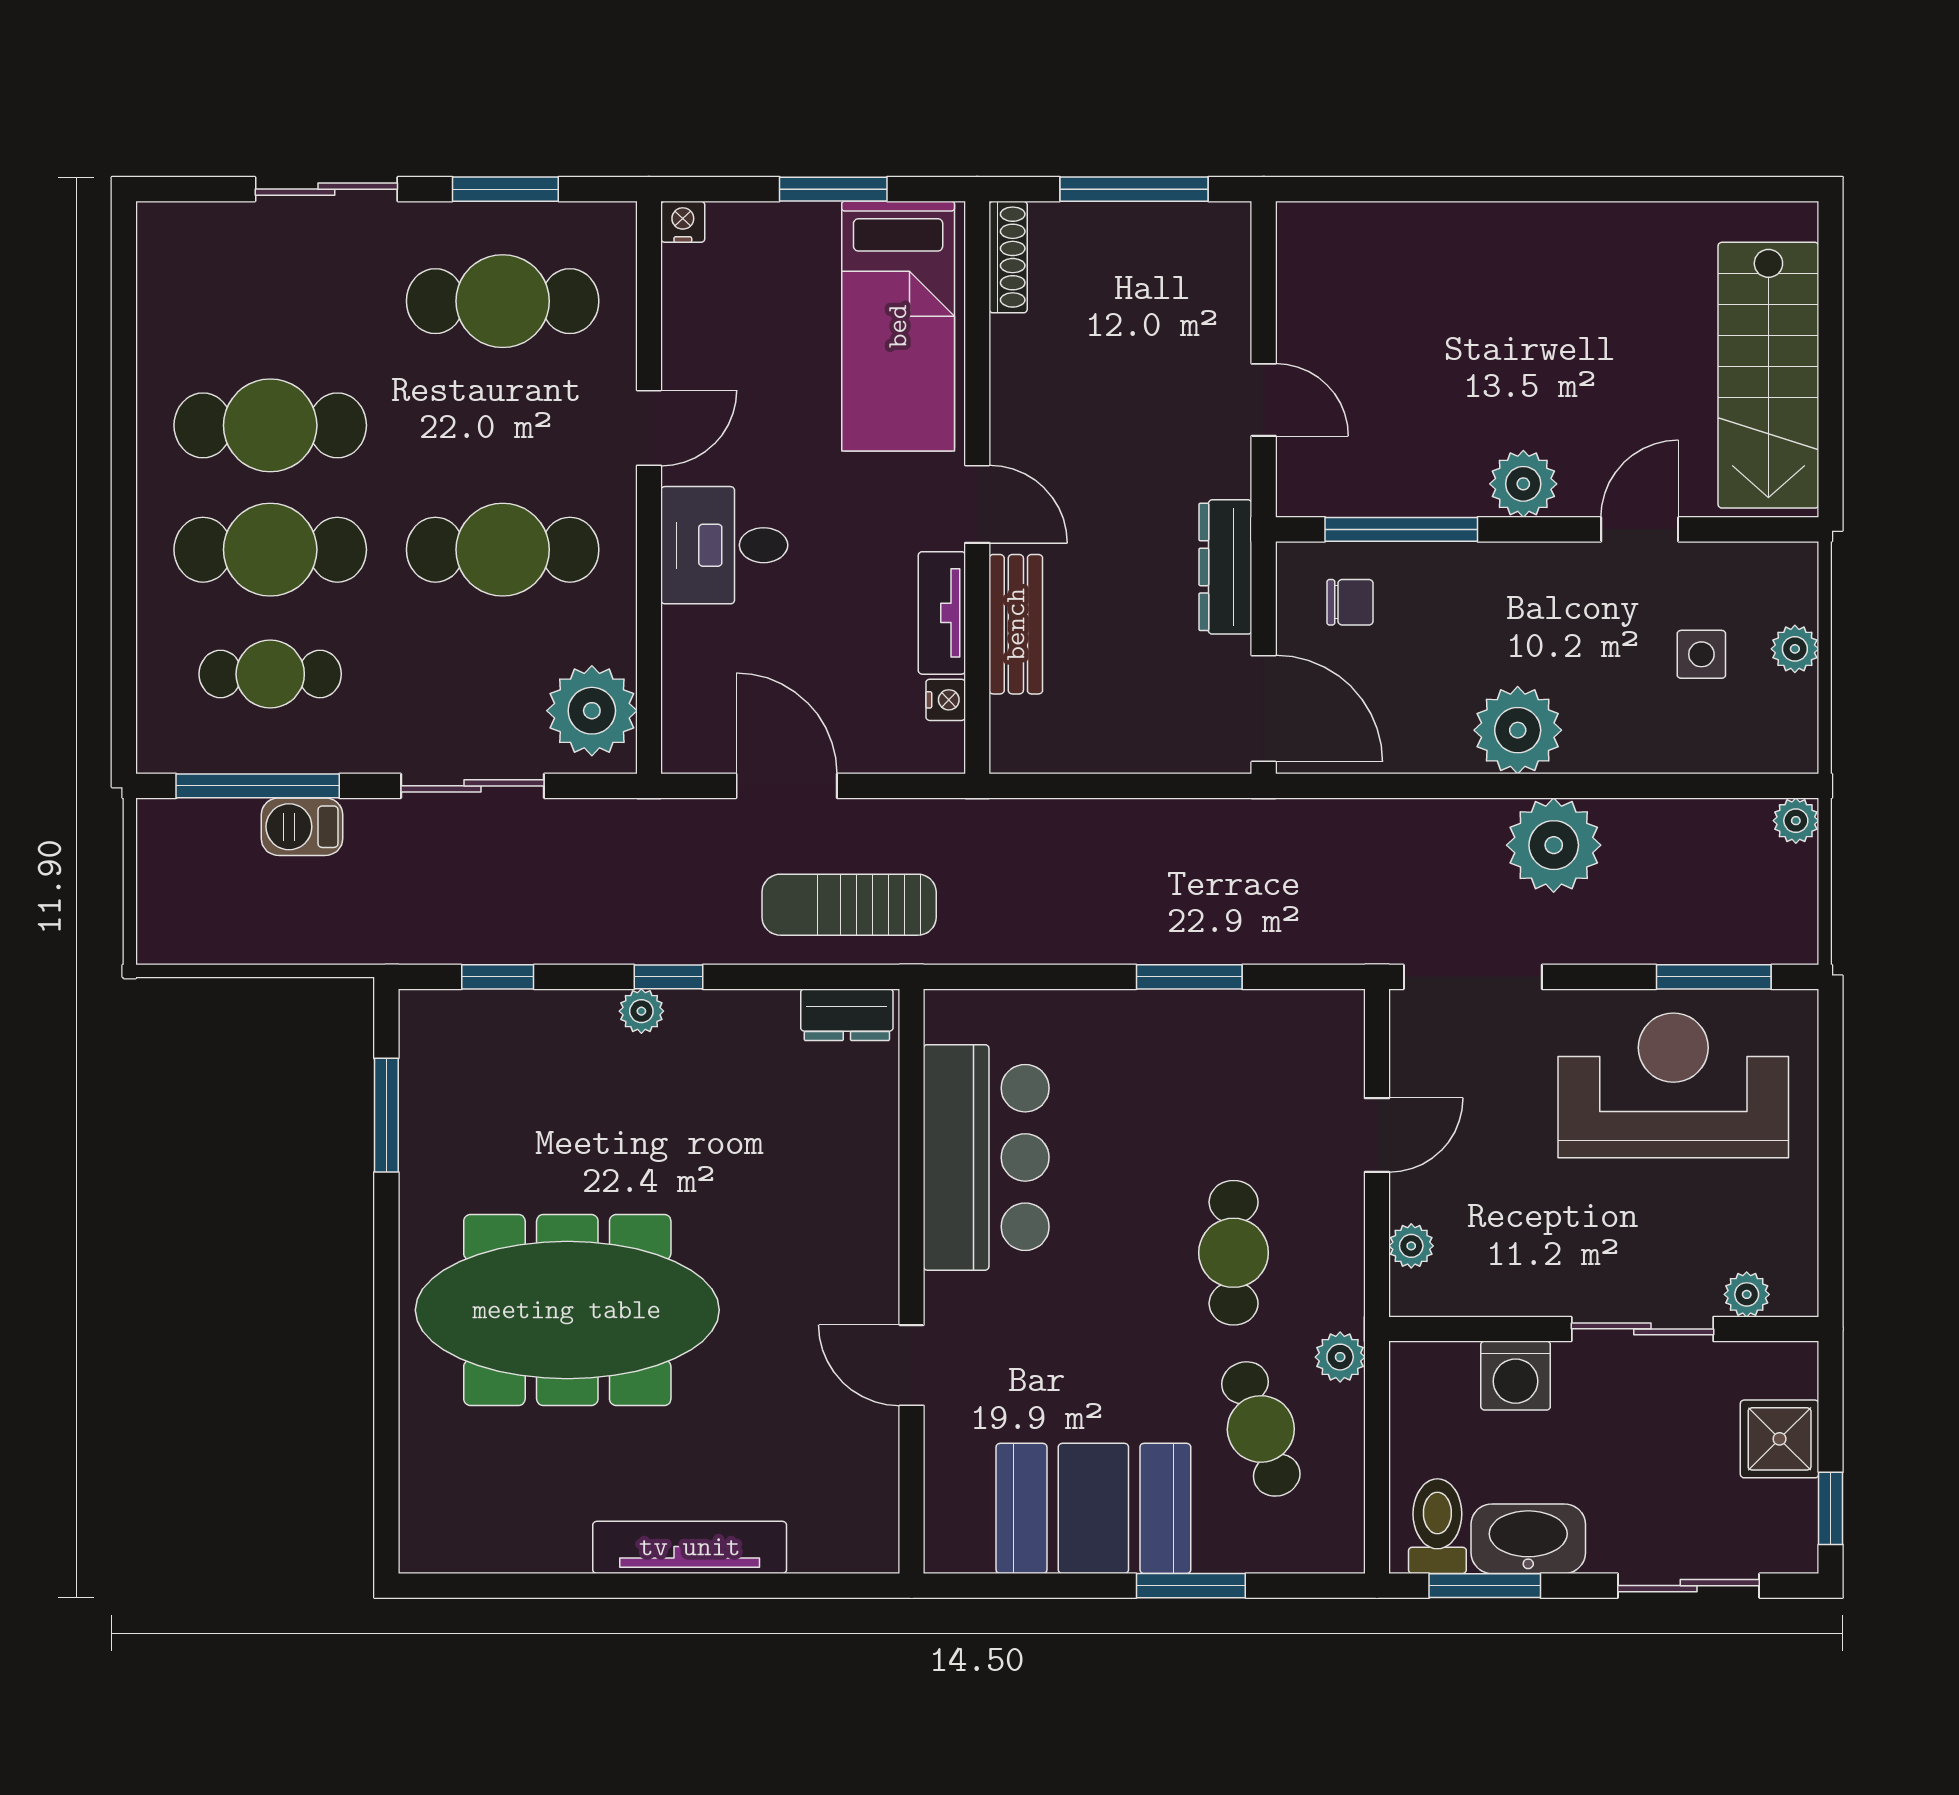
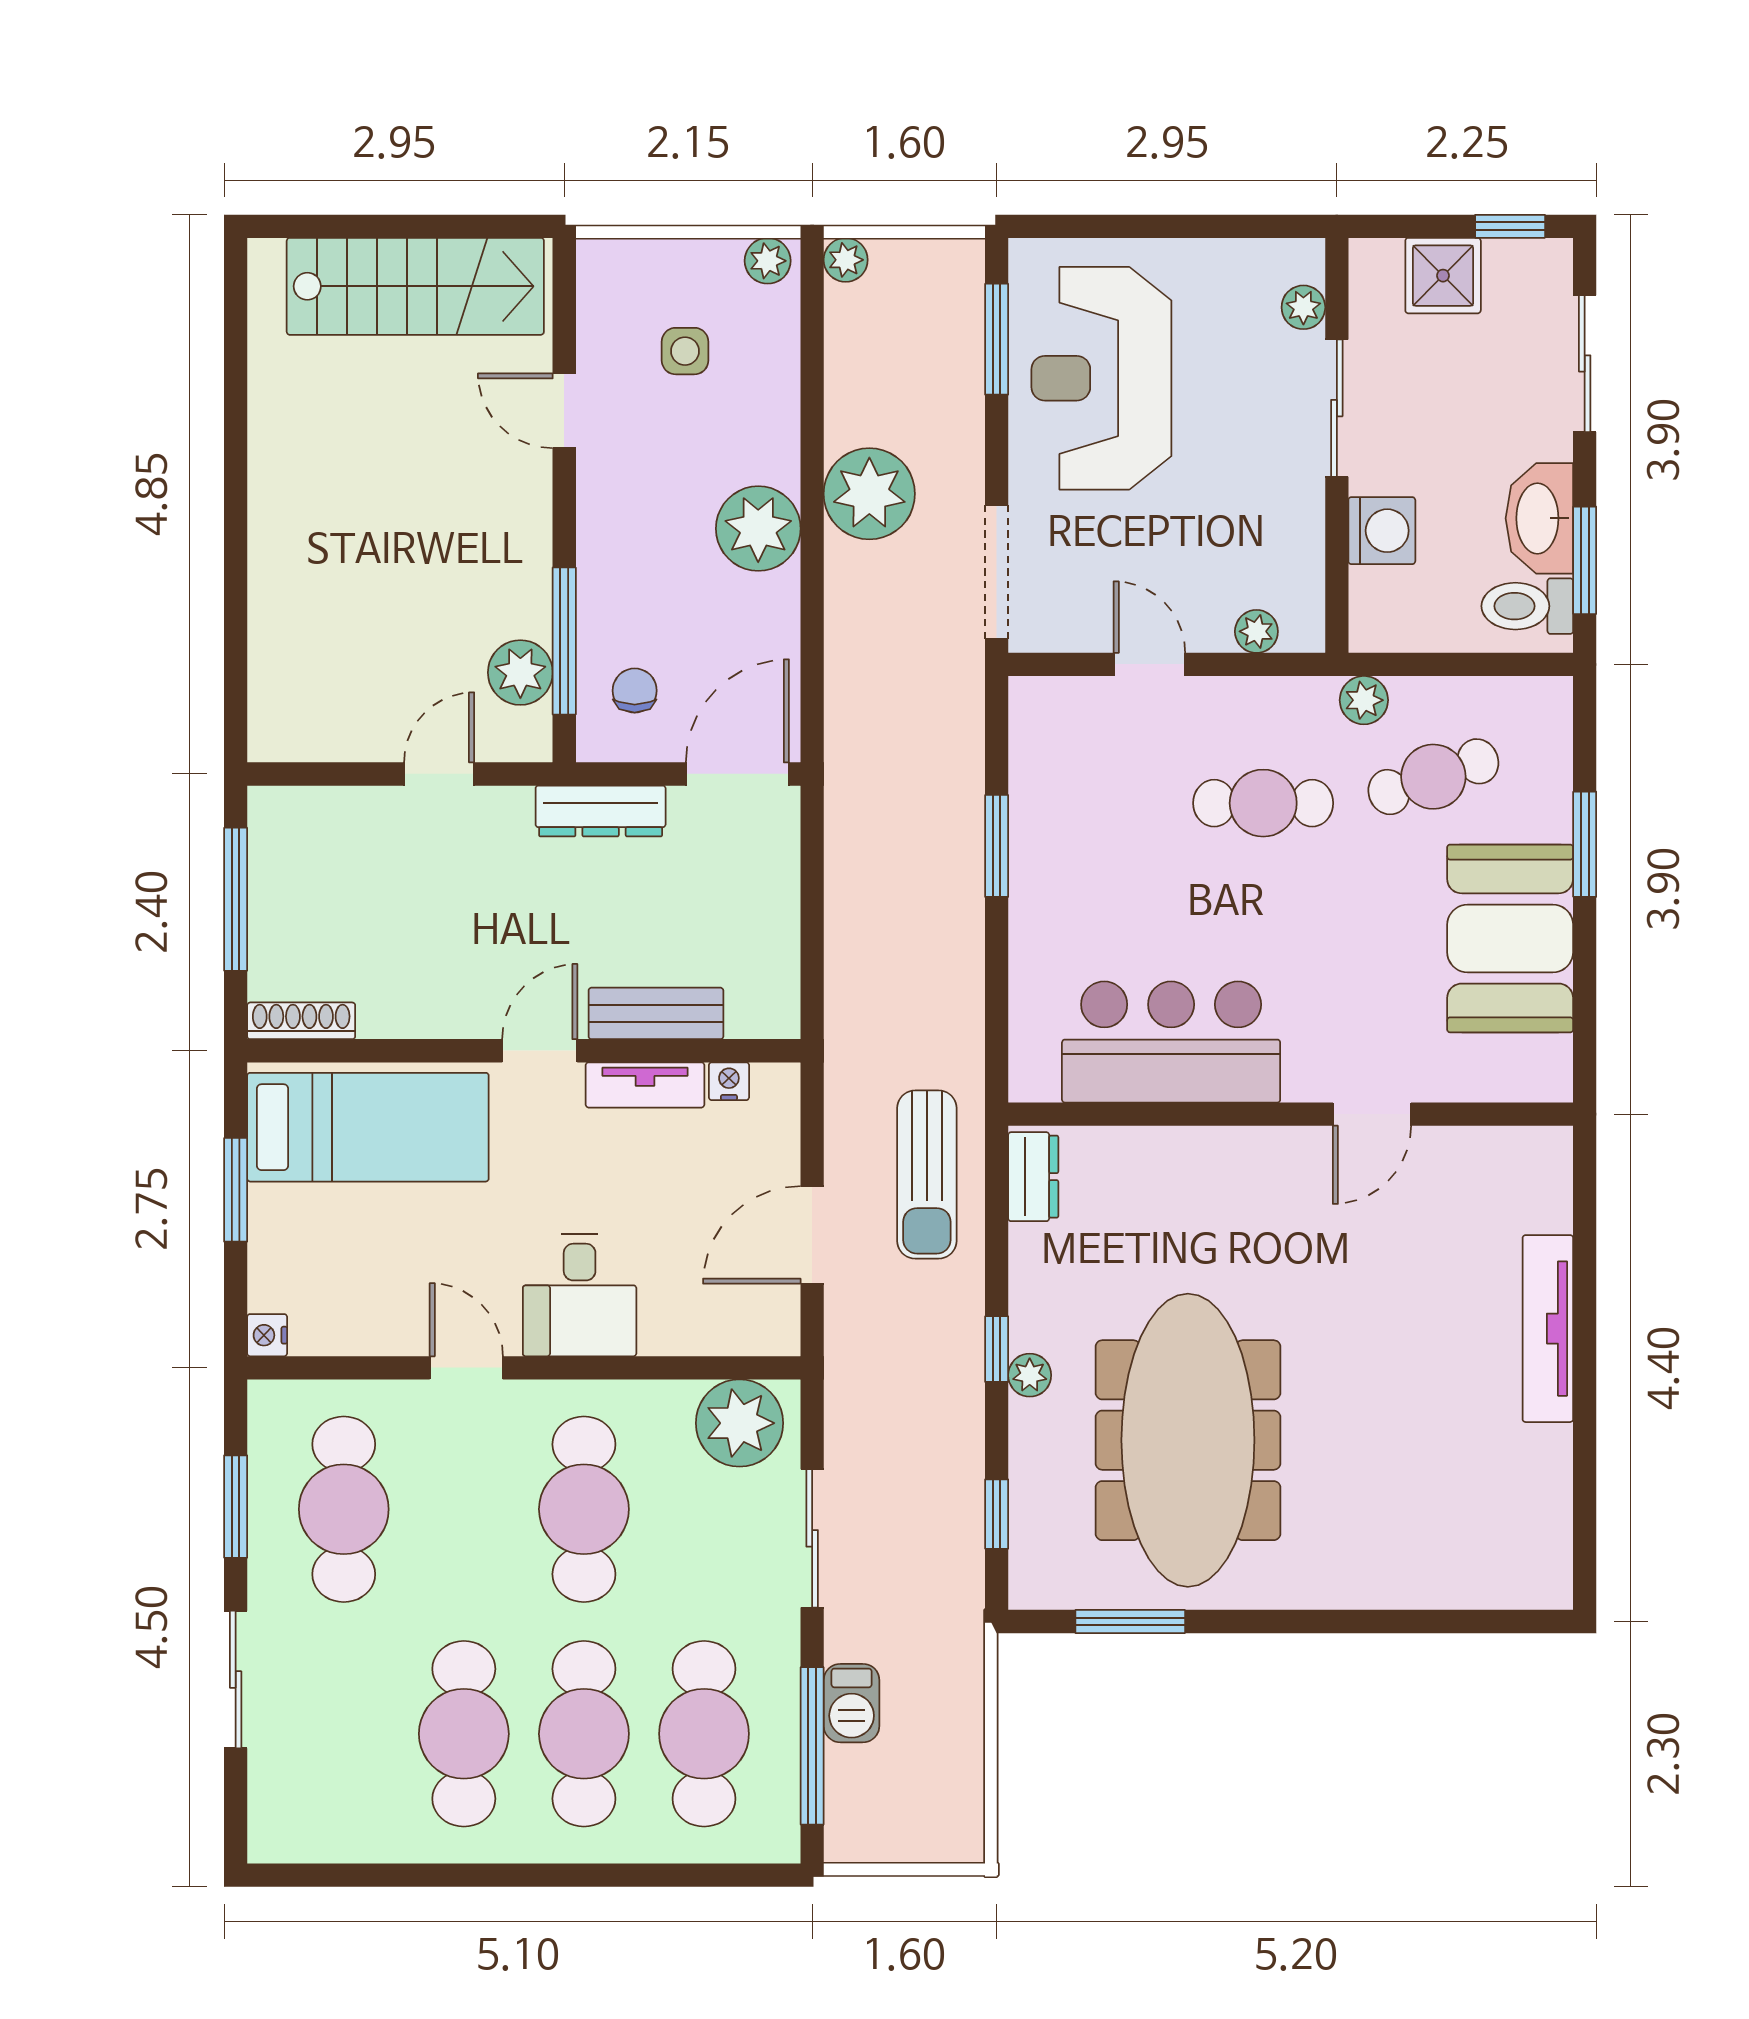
plant: (1523, 484) -> (520, 673), moved
plant: (1795, 649) -> (768, 261), moved
cafe table: (270, 674) -> (704, 1734), width x1.37, depth x1.35
meeting table: (567, 1310) -> (1188, 1440), moved

